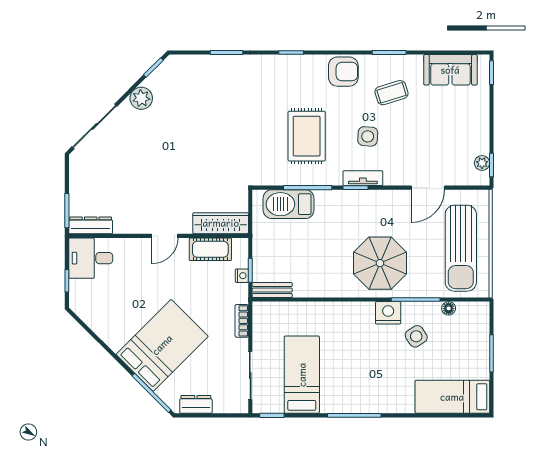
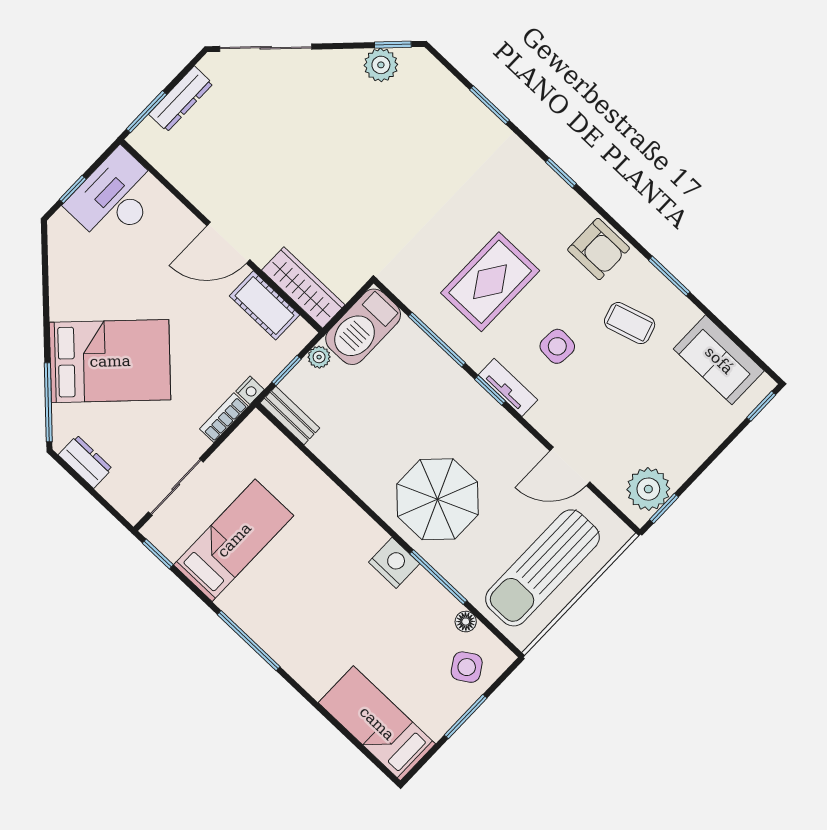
plant: (141, 98) -> (381, 65), moved
plant: (482, 163) -> (648, 489), width x1.88, depth x1.88
barbecue: (289, 204) -> (363, 327), moved, turned -90
dresser: (91, 225) -> (181, 99), moved, turned 90
door: (165, 236) -> (228, 243), width x1.38
plant: (260, 249) -> (319, 357), added
desk: (91, 258) -> (115, 198), width x1.37
nightstand: (242, 276) -> (250, 390), moved
side table: (416, 336) -> (467, 667), moved

